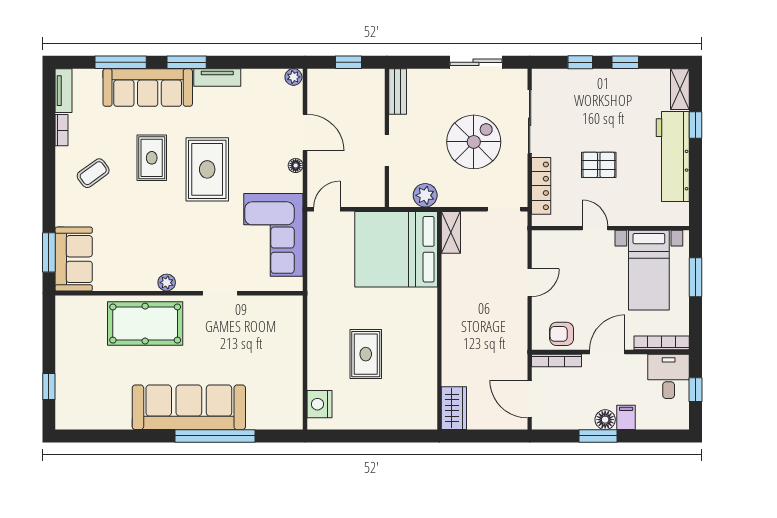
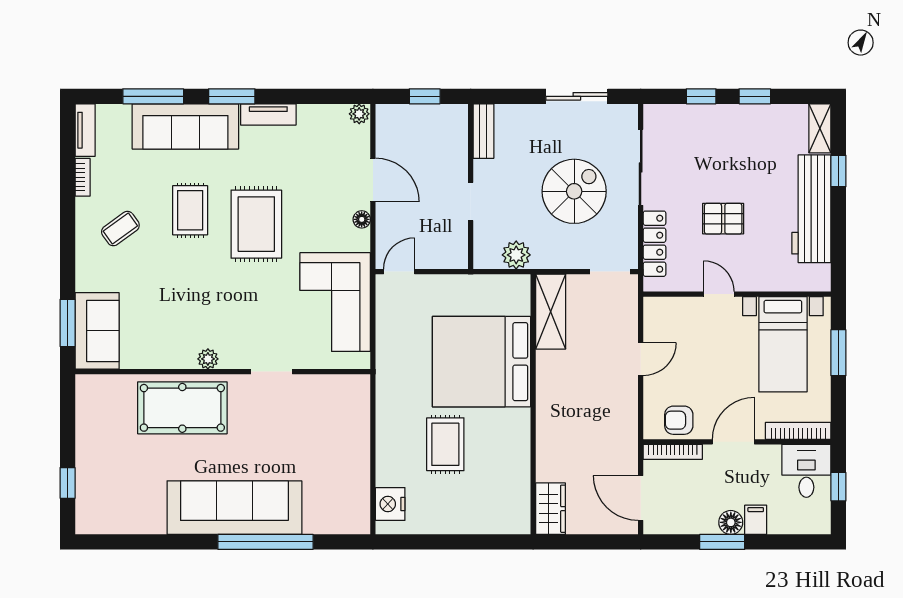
shelving: (451, 232) -> (551, 312), width x1.50, depth x1.33
bed: (396, 249) -> (481, 362), moved

